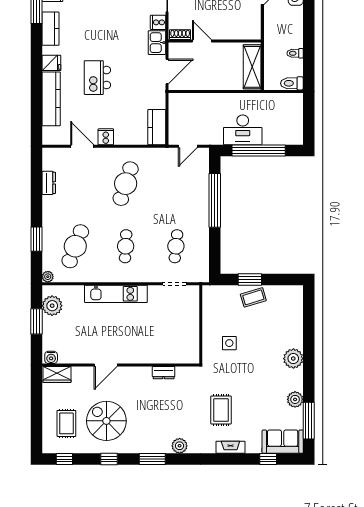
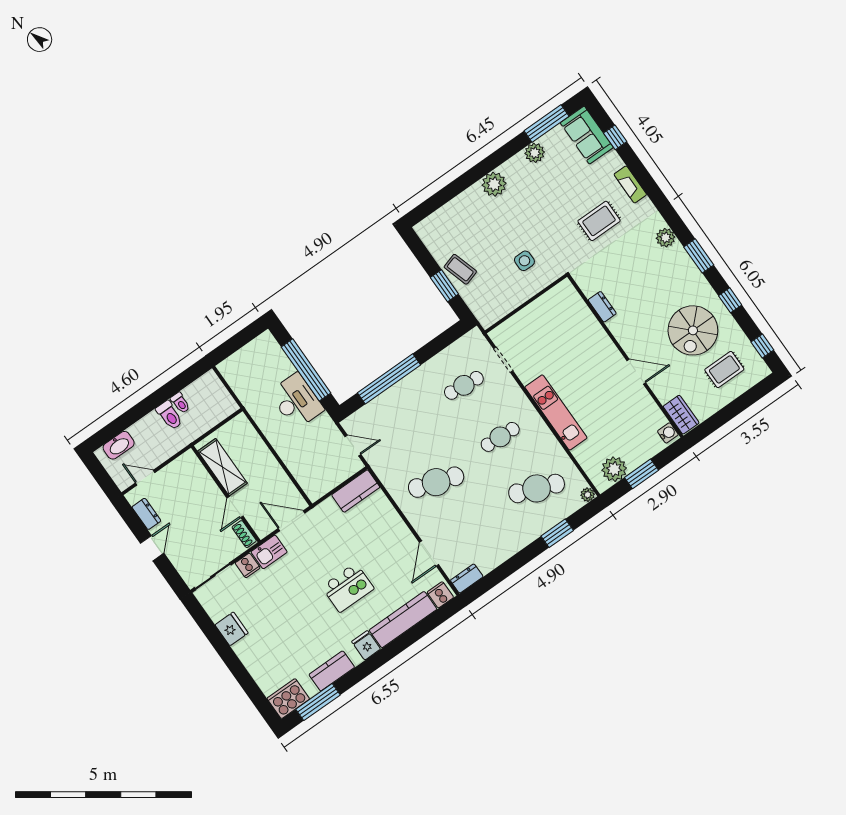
shelving: (252, 67) -> (222, 467), moved, turned 90
toilet: (292, 83) -> (169, 415), moved
cooker: (106, 137) -> (440, 595), moved, turned 90
dresser: (49, 183) -> (467, 578), moved

